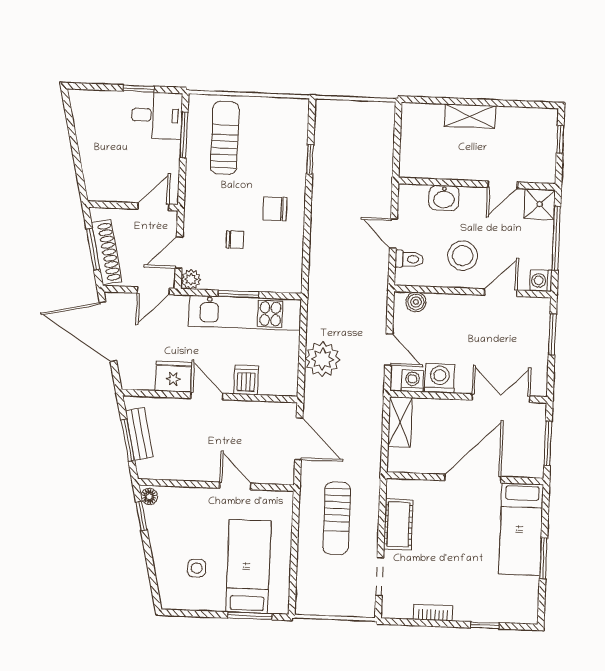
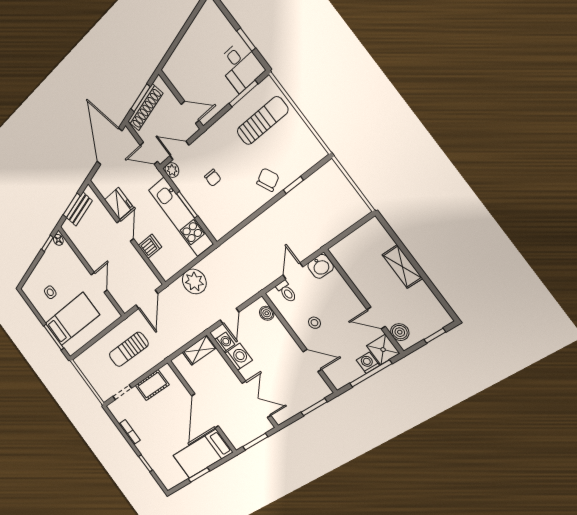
boiler: (533, 172) -> (400, 332), added
washbasin: (444, 198) -> (321, 266), moved, turned -90
chair: (275, 209) -> (268, 180), moved, turned 63
stool: (463, 256) -> (314, 323), width x0.53, depth x0.53
washing machine: (541, 281) -> (368, 363), moved
door: (473, 479) -> (205, 411), swing flipped

